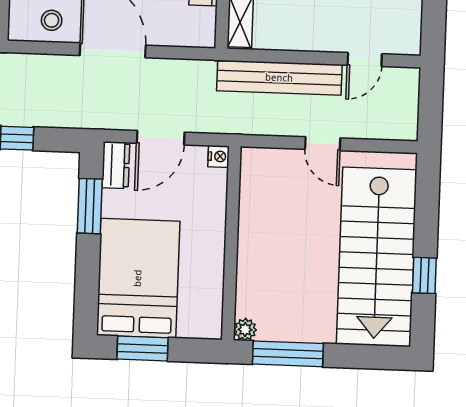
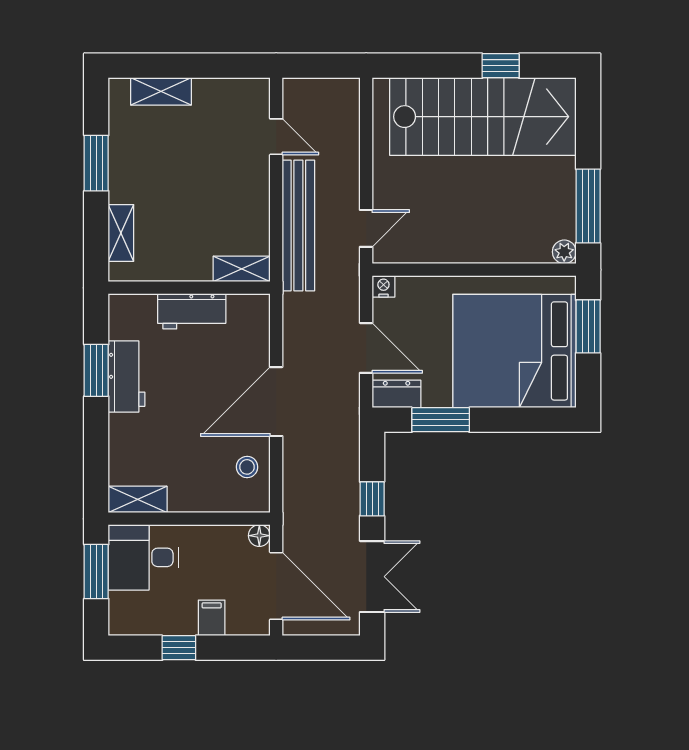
door: (323, 144) -> (366, 228), moved
bed: (138, 278) -> (514, 351), width x1.36
window: (143, 348) -> (588, 326), moved

